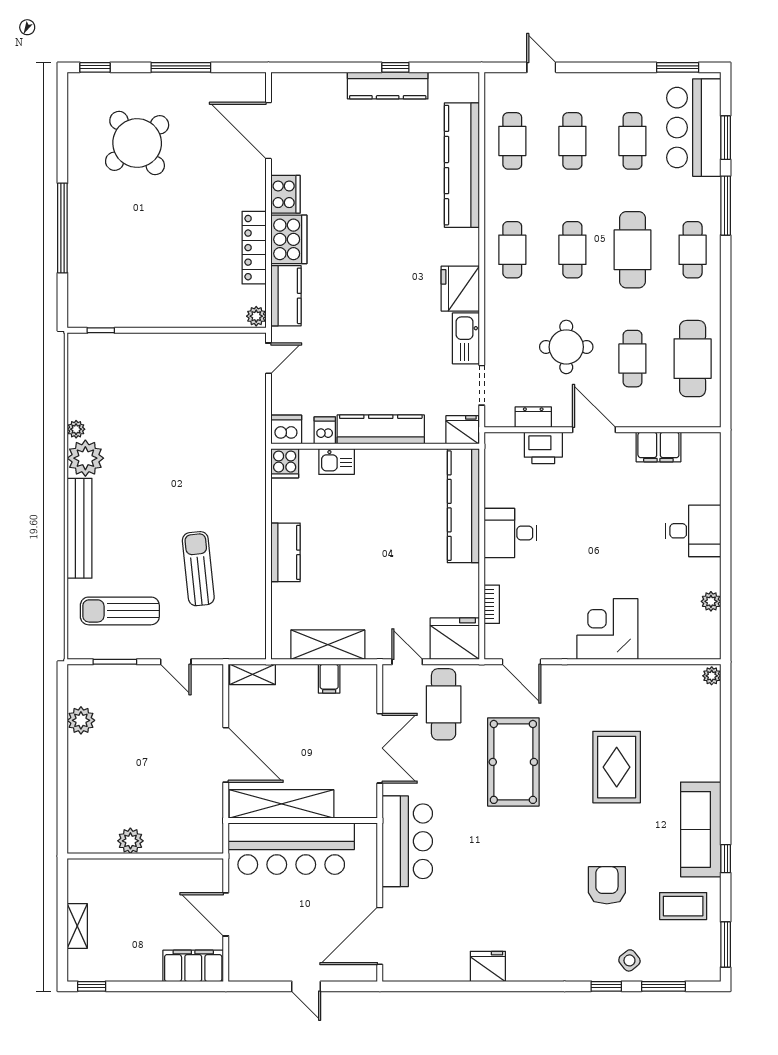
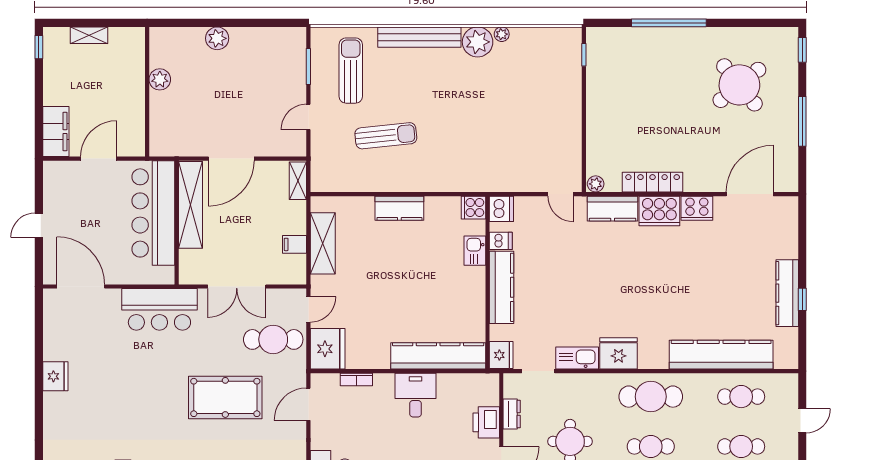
cafe table: (512, 250) -> (651, 397), width x1.37, depth x1.35
plant: (81, 720) -> (217, 38), moved

